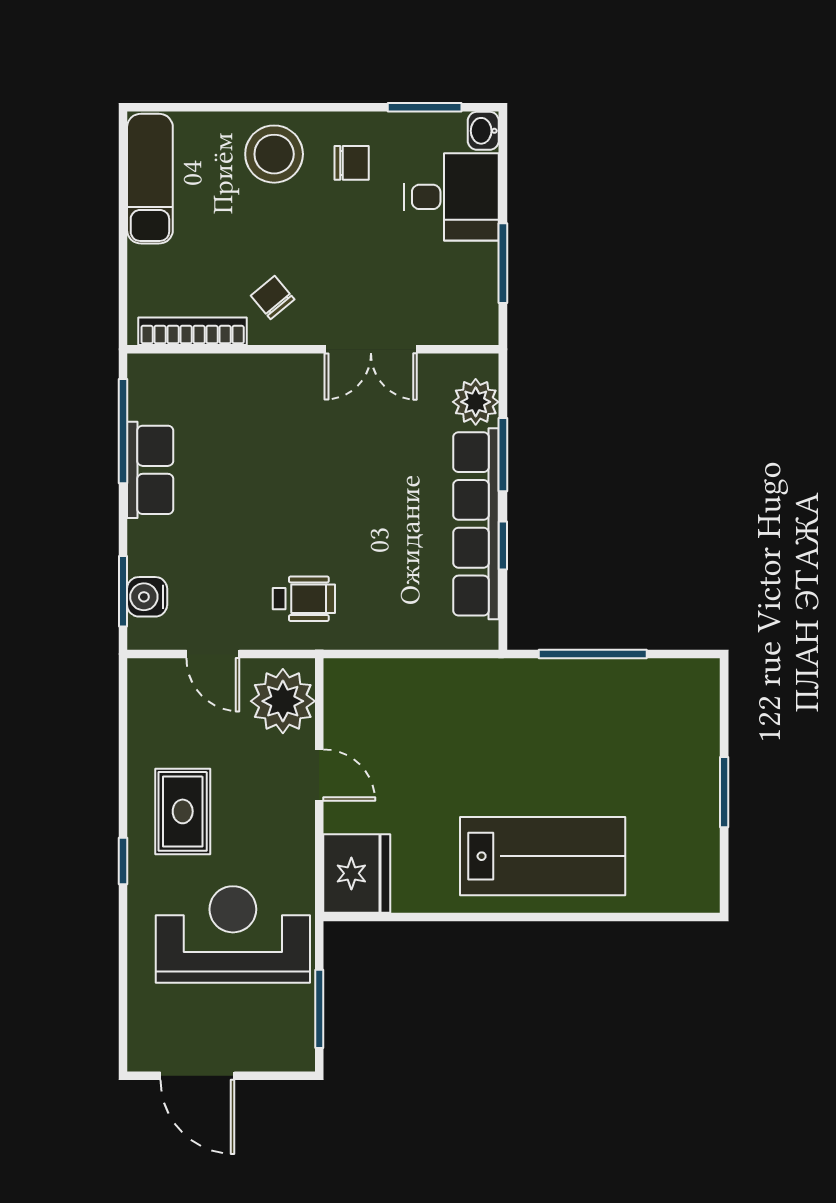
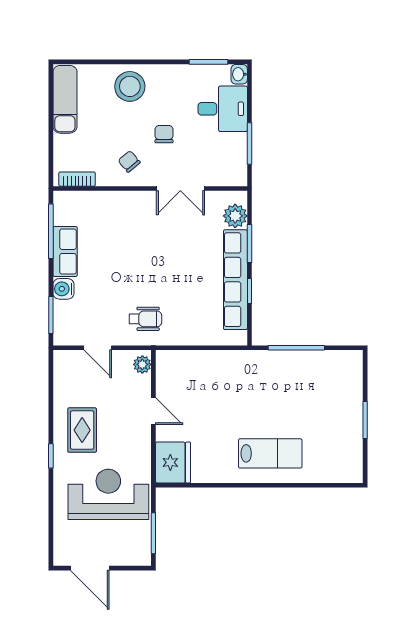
chair: (352, 163) -> (164, 134), moved, turned -90
bookcase: (193, 331) -> (77, 179), width x0.64
water cooler: (147, 597) -> (63, 289), moved
plant: (283, 701) -> (142, 364), width x0.53, depth x0.53
lab bench: (543, 856) -> (270, 453), width x0.73, depth x0.72

